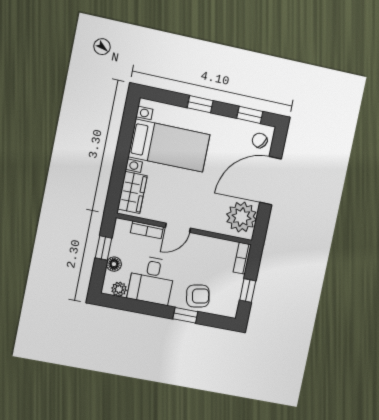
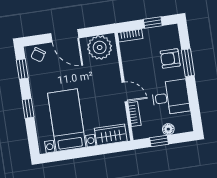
door: (270, 181) -> (65, 36), width x0.73
plant: (119, 289) -> (186, 119), removed
armchair: (198, 296) -> (170, 59), turned -79
window: (185, 315) -> (188, 63), width x1.50

